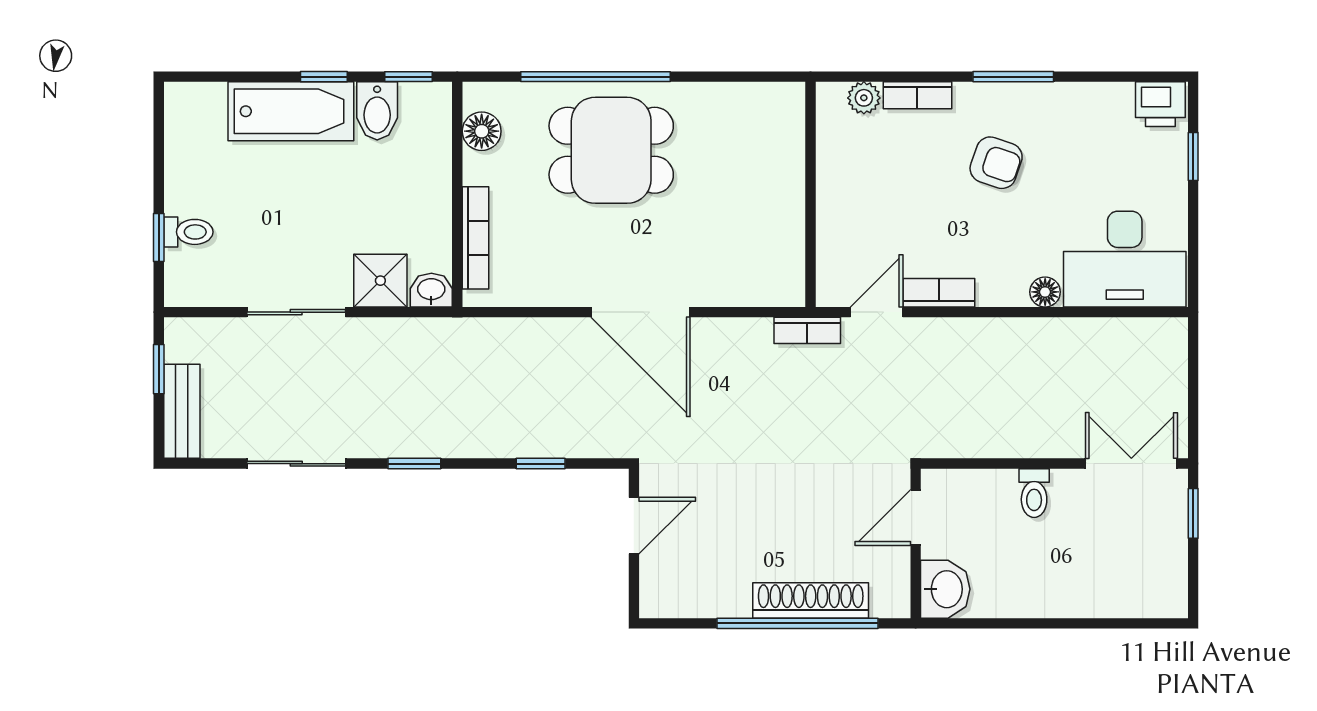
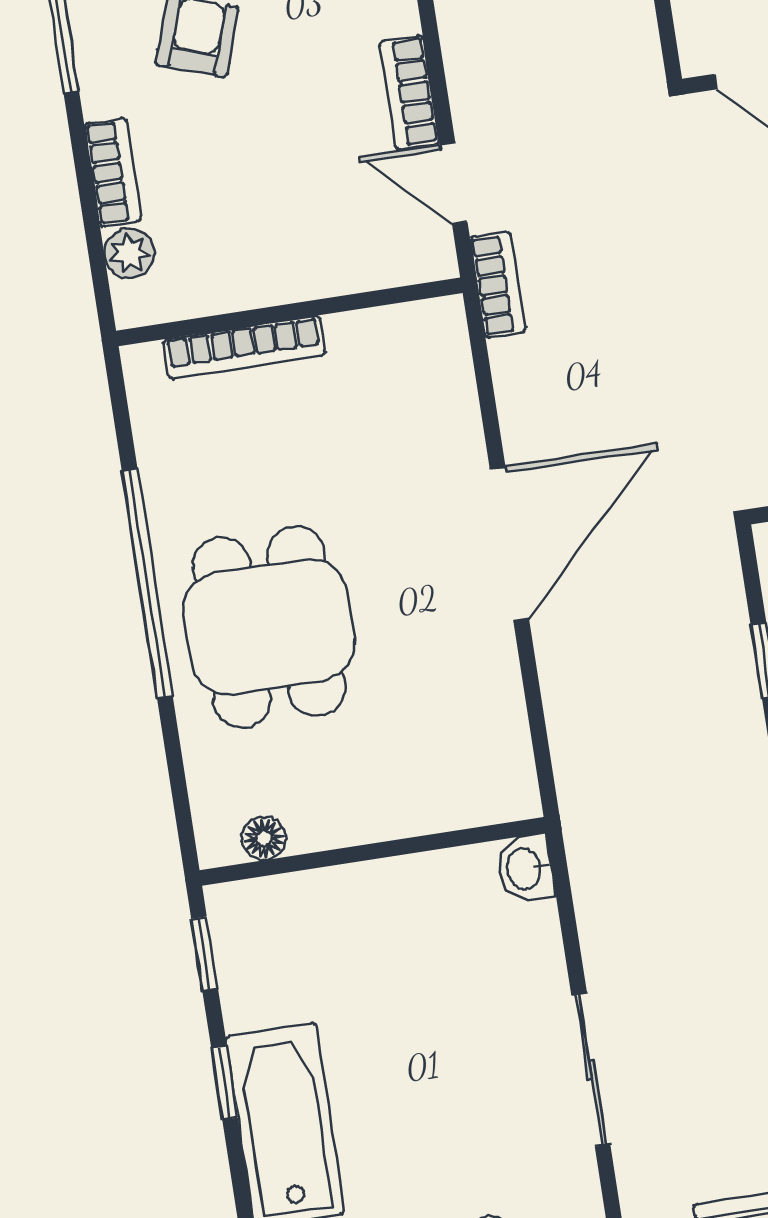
window: (596, 77) -> (147, 583), moved
bidet: (377, 111) -> (264, 994), removed
floor lamp: (482, 131) -> (264, 838), width x0.73, depth x0.73
bookcase: (475, 238) -> (244, 347), moved, turned 180
shower: (380, 281) -> (523, 948), removed

